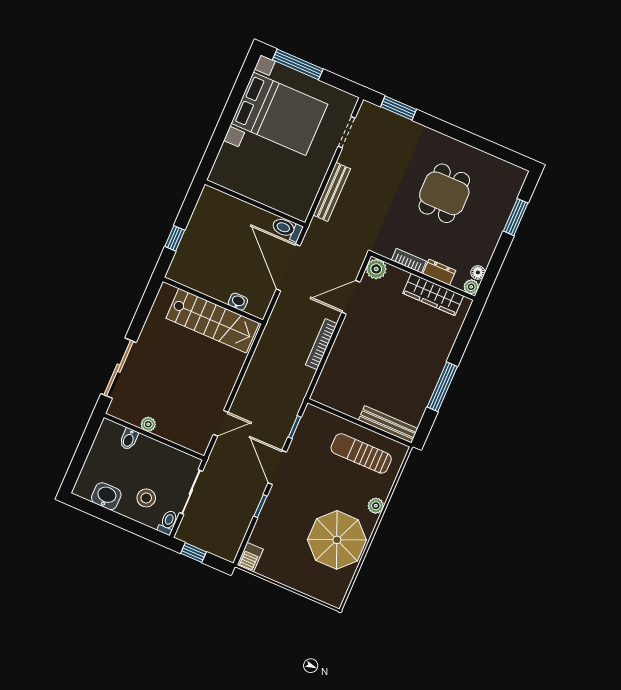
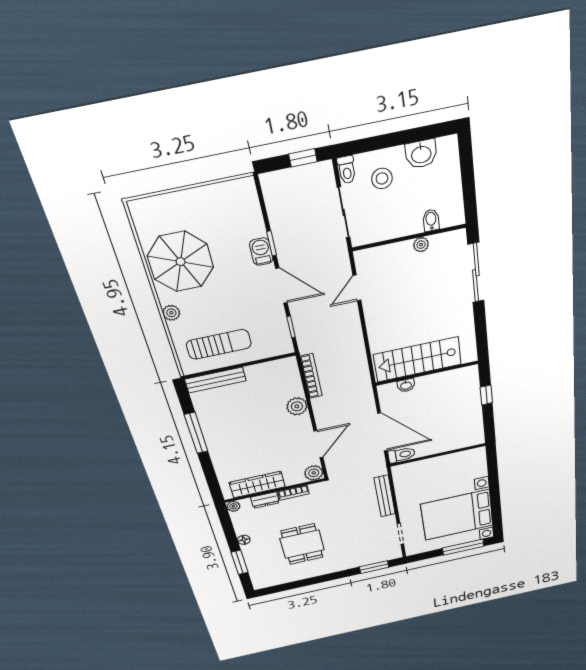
floor lamp: (478, 272) -> (244, 540), moved
bookcase: (321, 344) -> (311, 376), moved
plant: (342, 350) -> (297, 406), added
barbecue: (250, 557) -> (261, 252), moved

